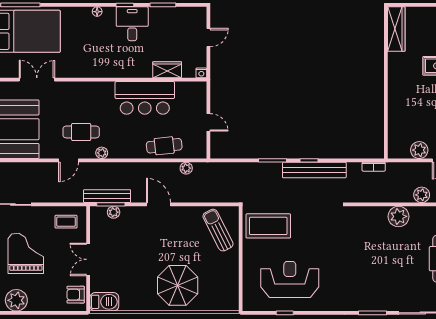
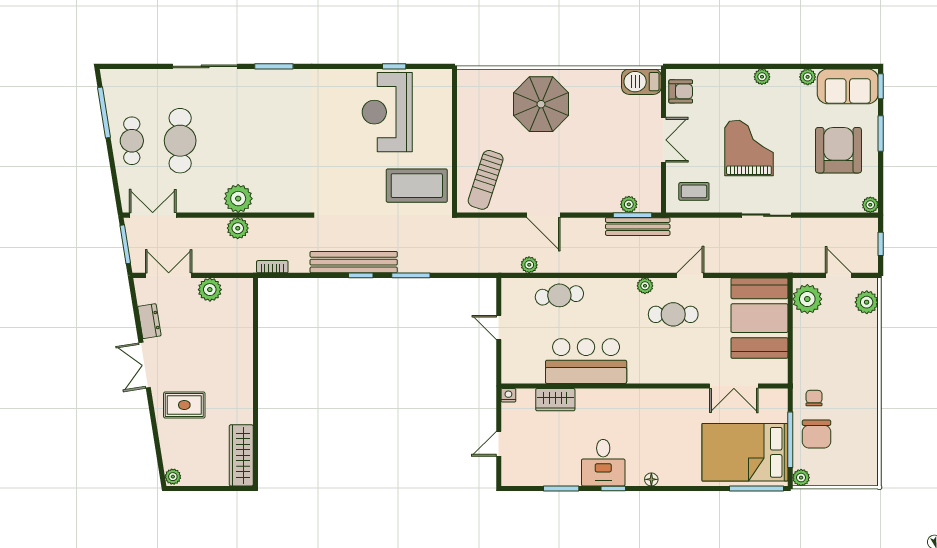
plant: (422, 195) -> (238, 228), moved
door: (158, 204) -> (543, 215), moved
sun lounger: (218, 230) -> (486, 180), turned 45
grand piano: (26, 253) -> (749, 148), turned 180
reception desk: (290, 280) -> (387, 112), turned 90
plant: (16, 300) -> (762, 77), width x0.53, depth x0.53

